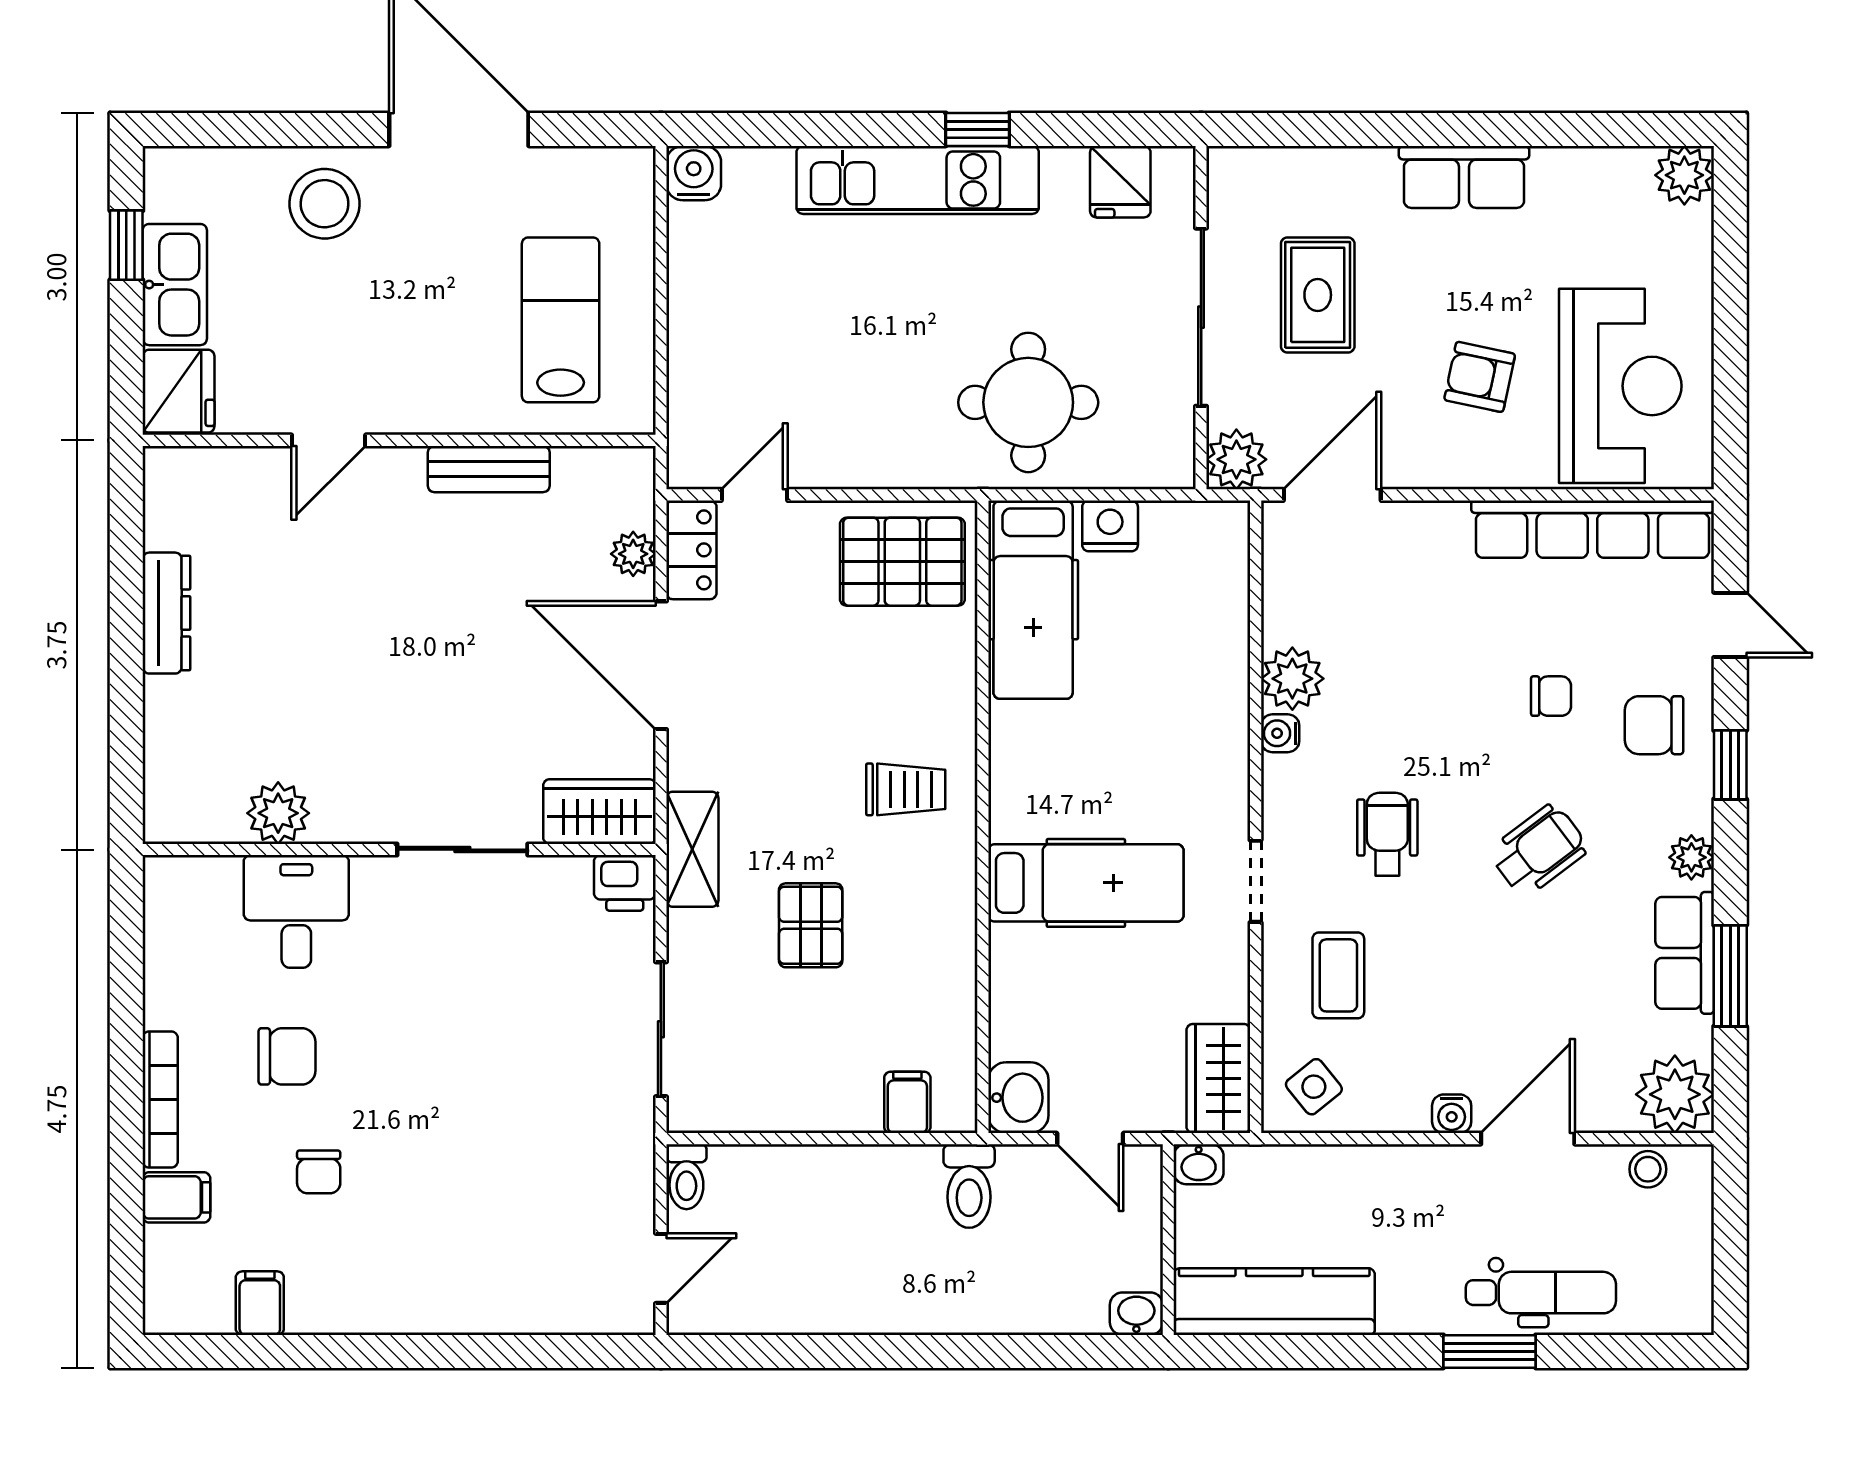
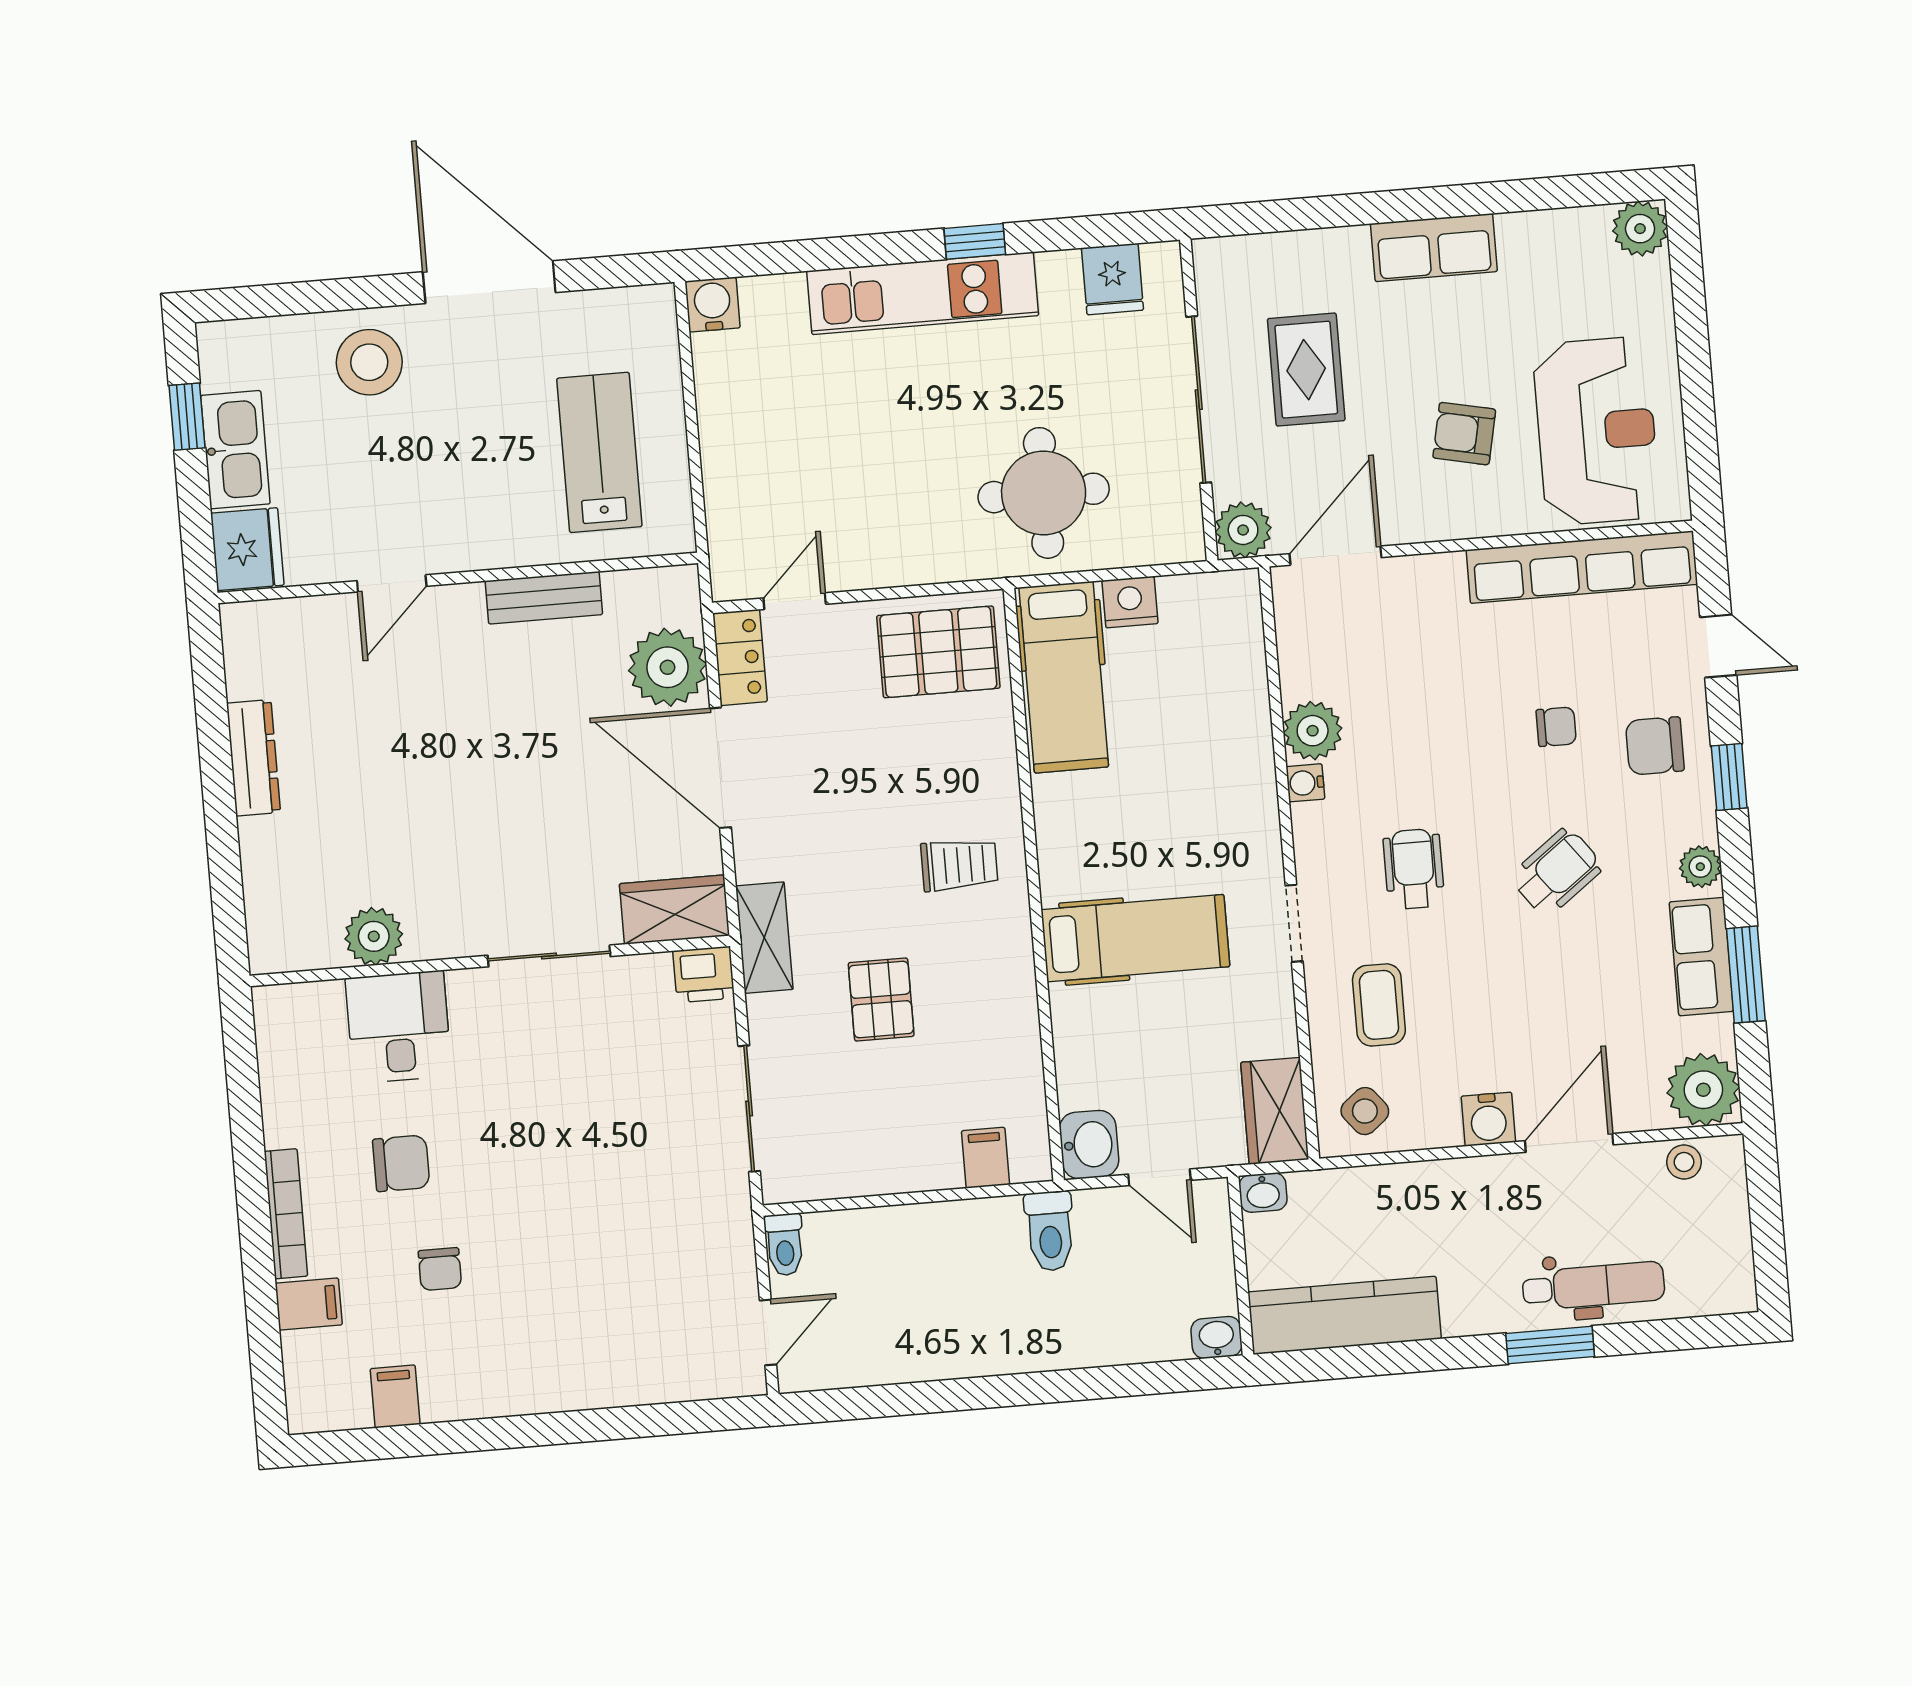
plant: (633, 554) -> (668, 667), width x1.87, depth x1.87
water cooler: (1452, 1114) -> (1488, 1119), width x1.38, depth x1.38

